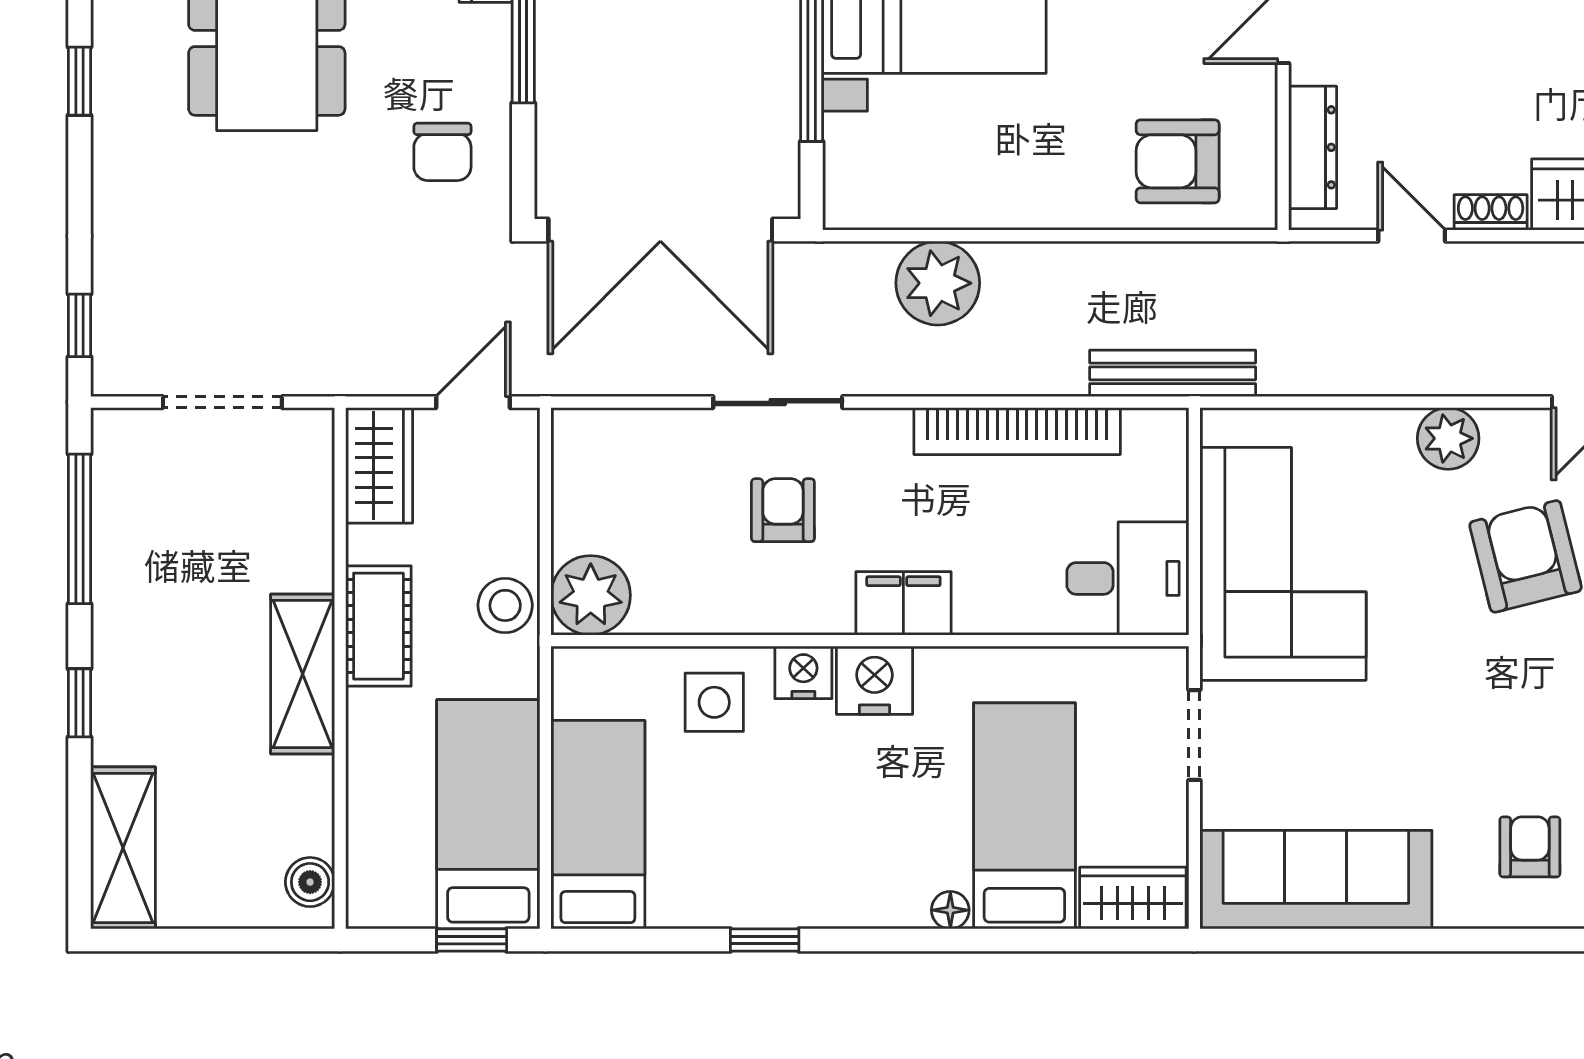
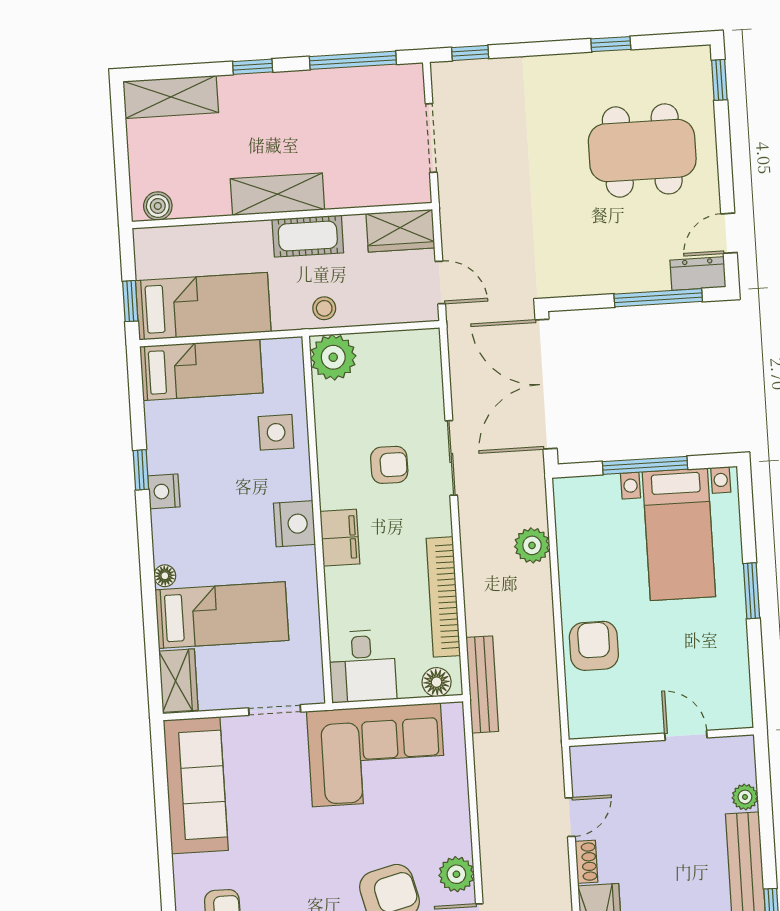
dresser: (1313, 147) -> (617, 757), removed
chair: (442, 152) -> (583, 256), removed
armchair: (1178, 161) -> (594, 646), moved
plant: (938, 283) -> (532, 545), width x0.73, depth x0.73
plant: (1448, 438) -> (456, 874), moved
floor lamp: (1164, 452) -> (437, 682), added
stool: (505, 605) -> (324, 308), width x0.73, depth x0.73
nightstand: (803, 672) -> (164, 491), moved, turned 180

